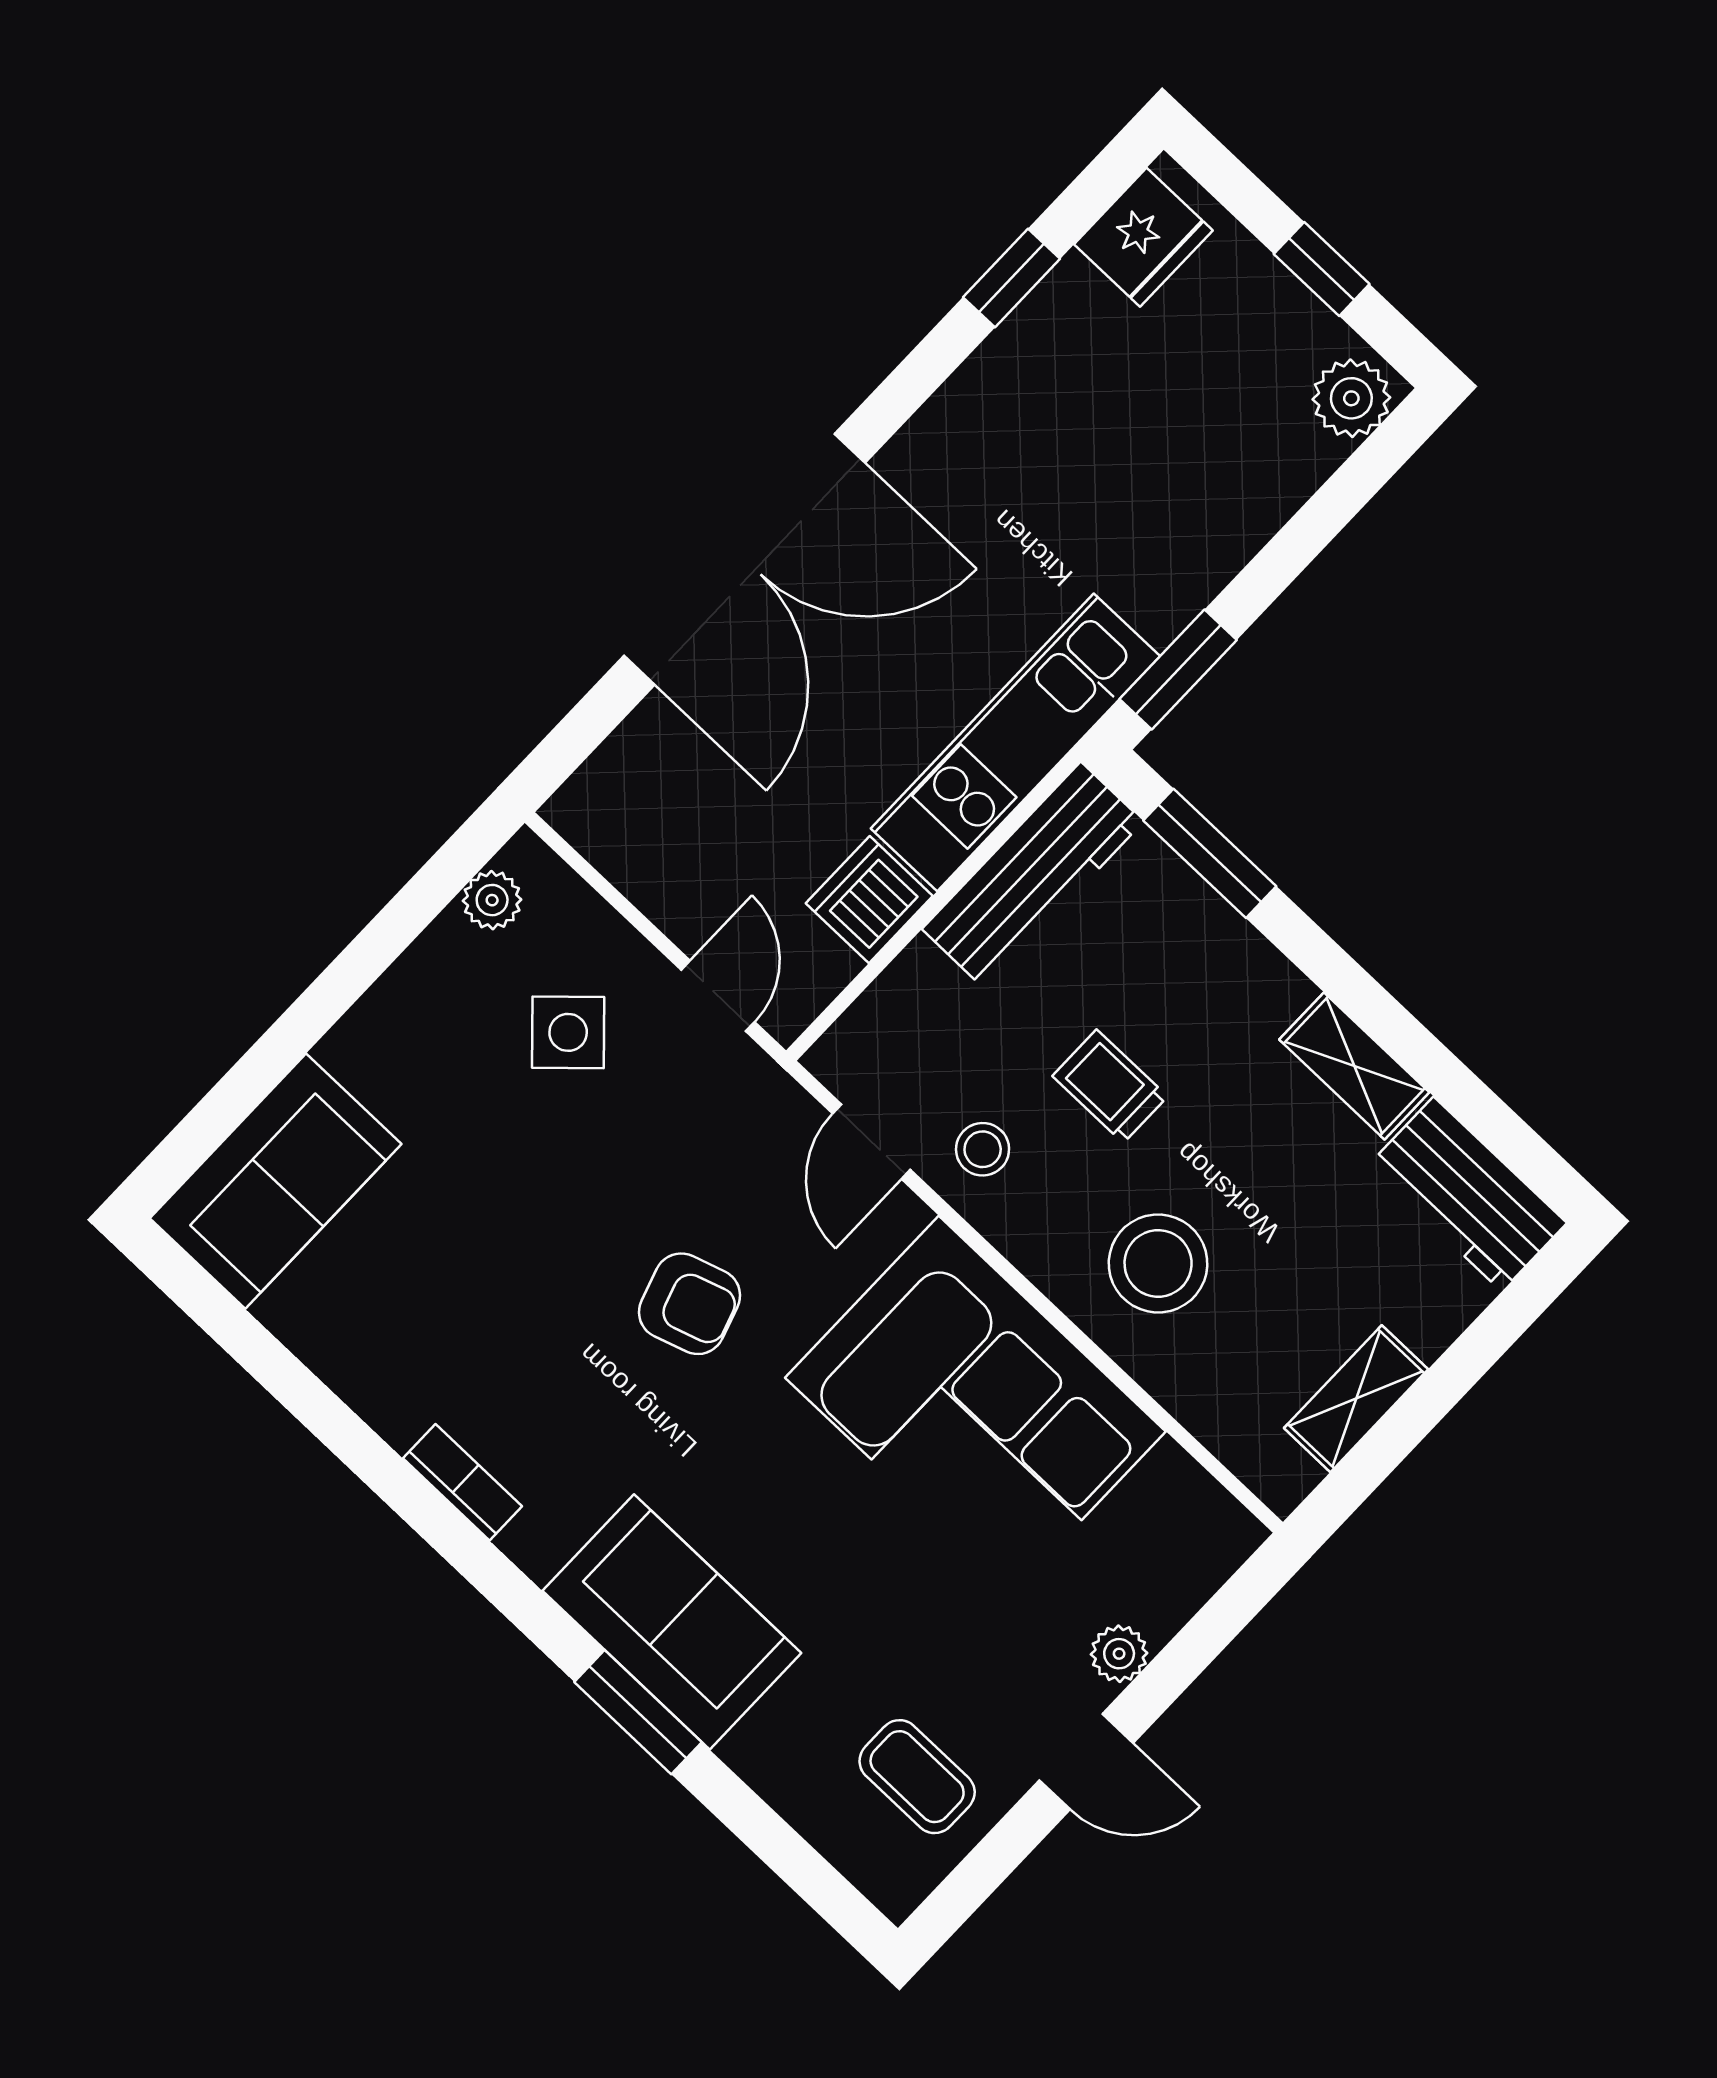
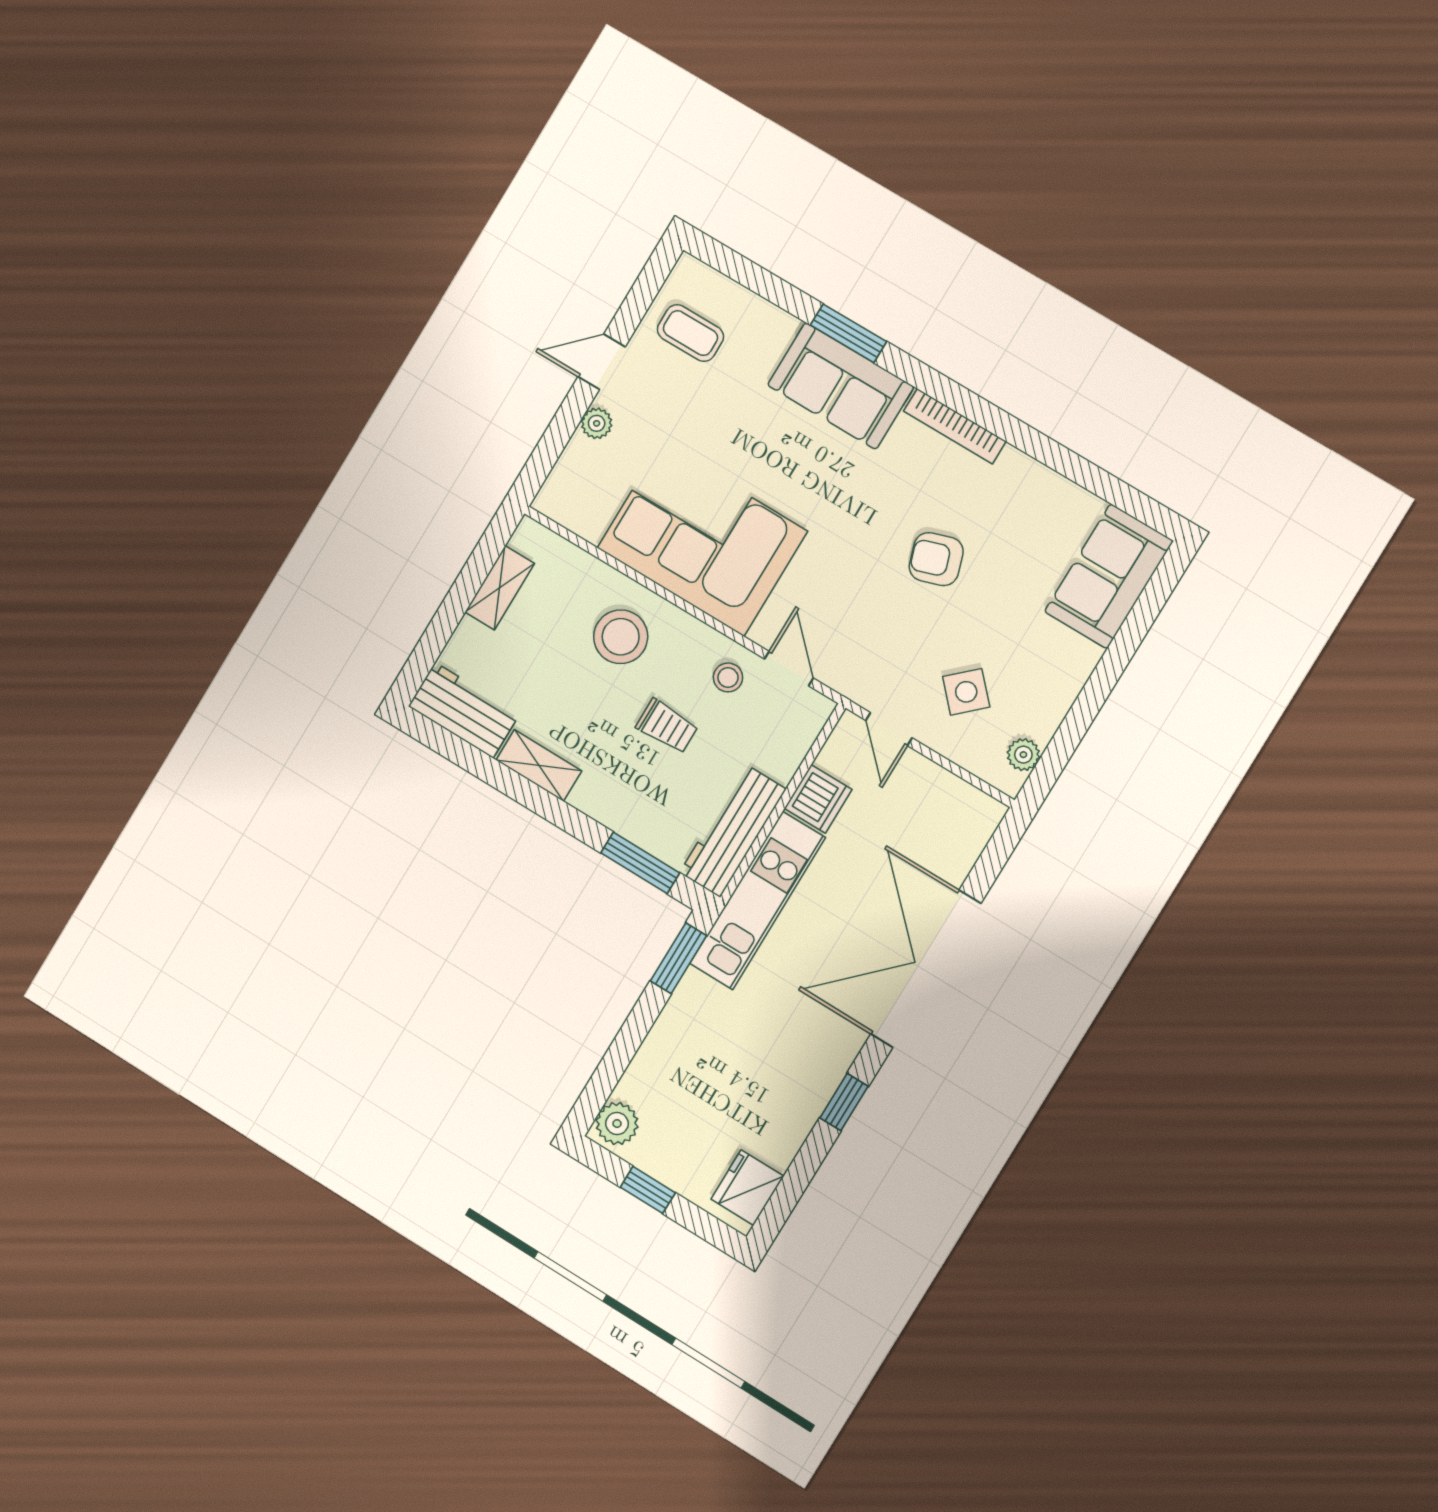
window: (1011, 278) -> (844, 1102), moved
armchair: (689, 1304) -> (936, 559), moved
bookcase: (462, 1482) -> (955, 426), width x1.56

